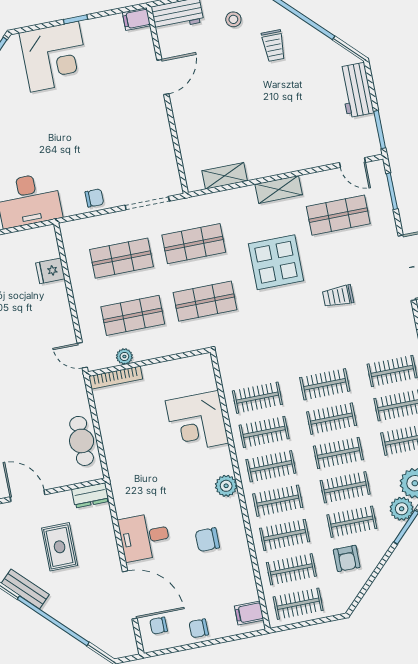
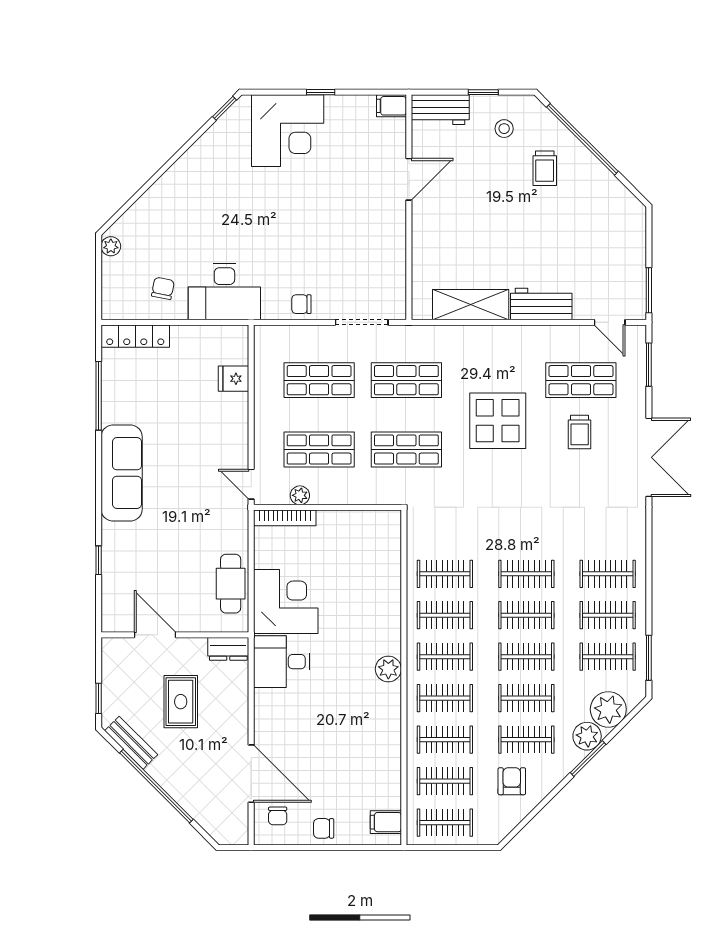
workbench: (356, 90) -> (541, 304), moved, turned 90
shelving: (225, 176) -> (471, 305), width x1.50, depth x1.33
shelving: (279, 189) -> (518, 337), removed
chair: (94, 198) -> (301, 304), turned 180
trolley: (338, 296) -> (580, 432), moved, turned -90
corner desk: (197, 422) -> (286, 602), moved, turned 180
desk: (144, 537) -> (282, 662), moved
chair: (207, 540) -> (354, 727), removed
armchair: (347, 558) -> (512, 781), turned 180
chair: (159, 626) -> (278, 816), turned -90

